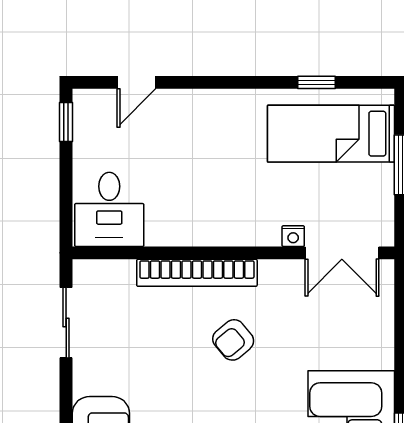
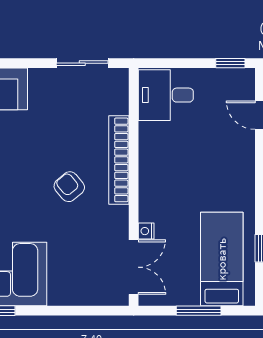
double door: (342, 253) -> (134, 267), swing flipped

